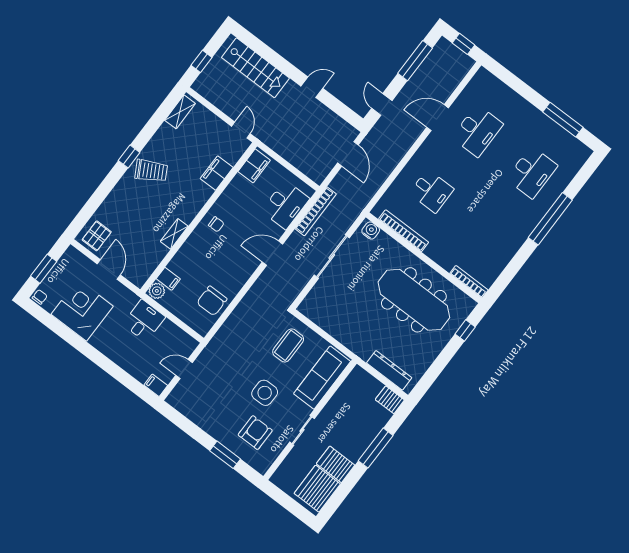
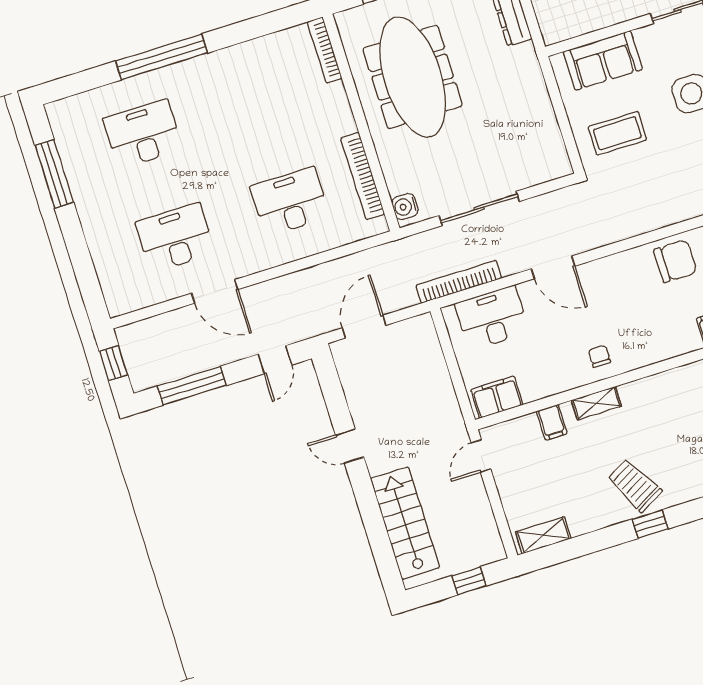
filing cabinet: (217, 173) -> (552, 422), width x0.50
desk: (432, 191) -> (290, 202), width x1.37
shelving: (174, 234) -> (596, 403), moved
sofa: (322, 378) -> (603, 60), width x0.73

